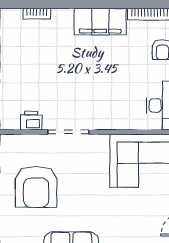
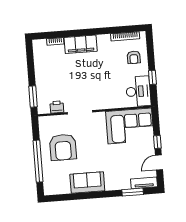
filing cabinet: (100, 22) -> (81, 44), moved

